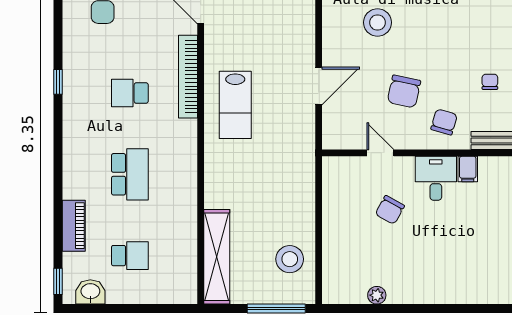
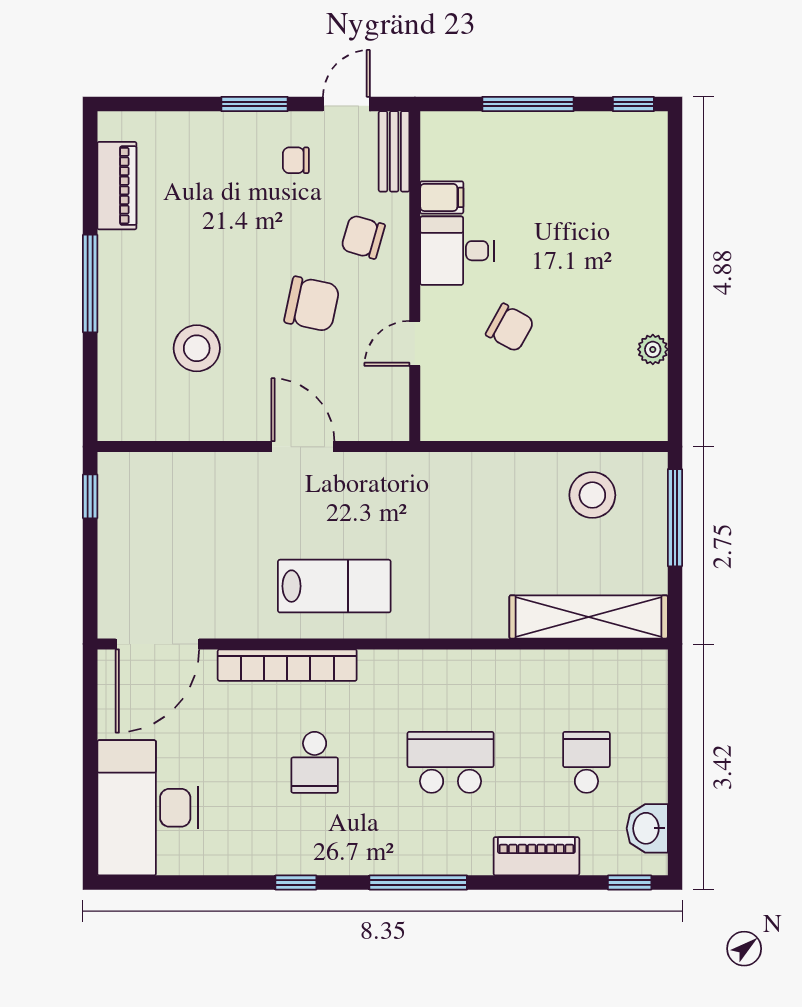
window: (58, 155) -> (418, 883), added

